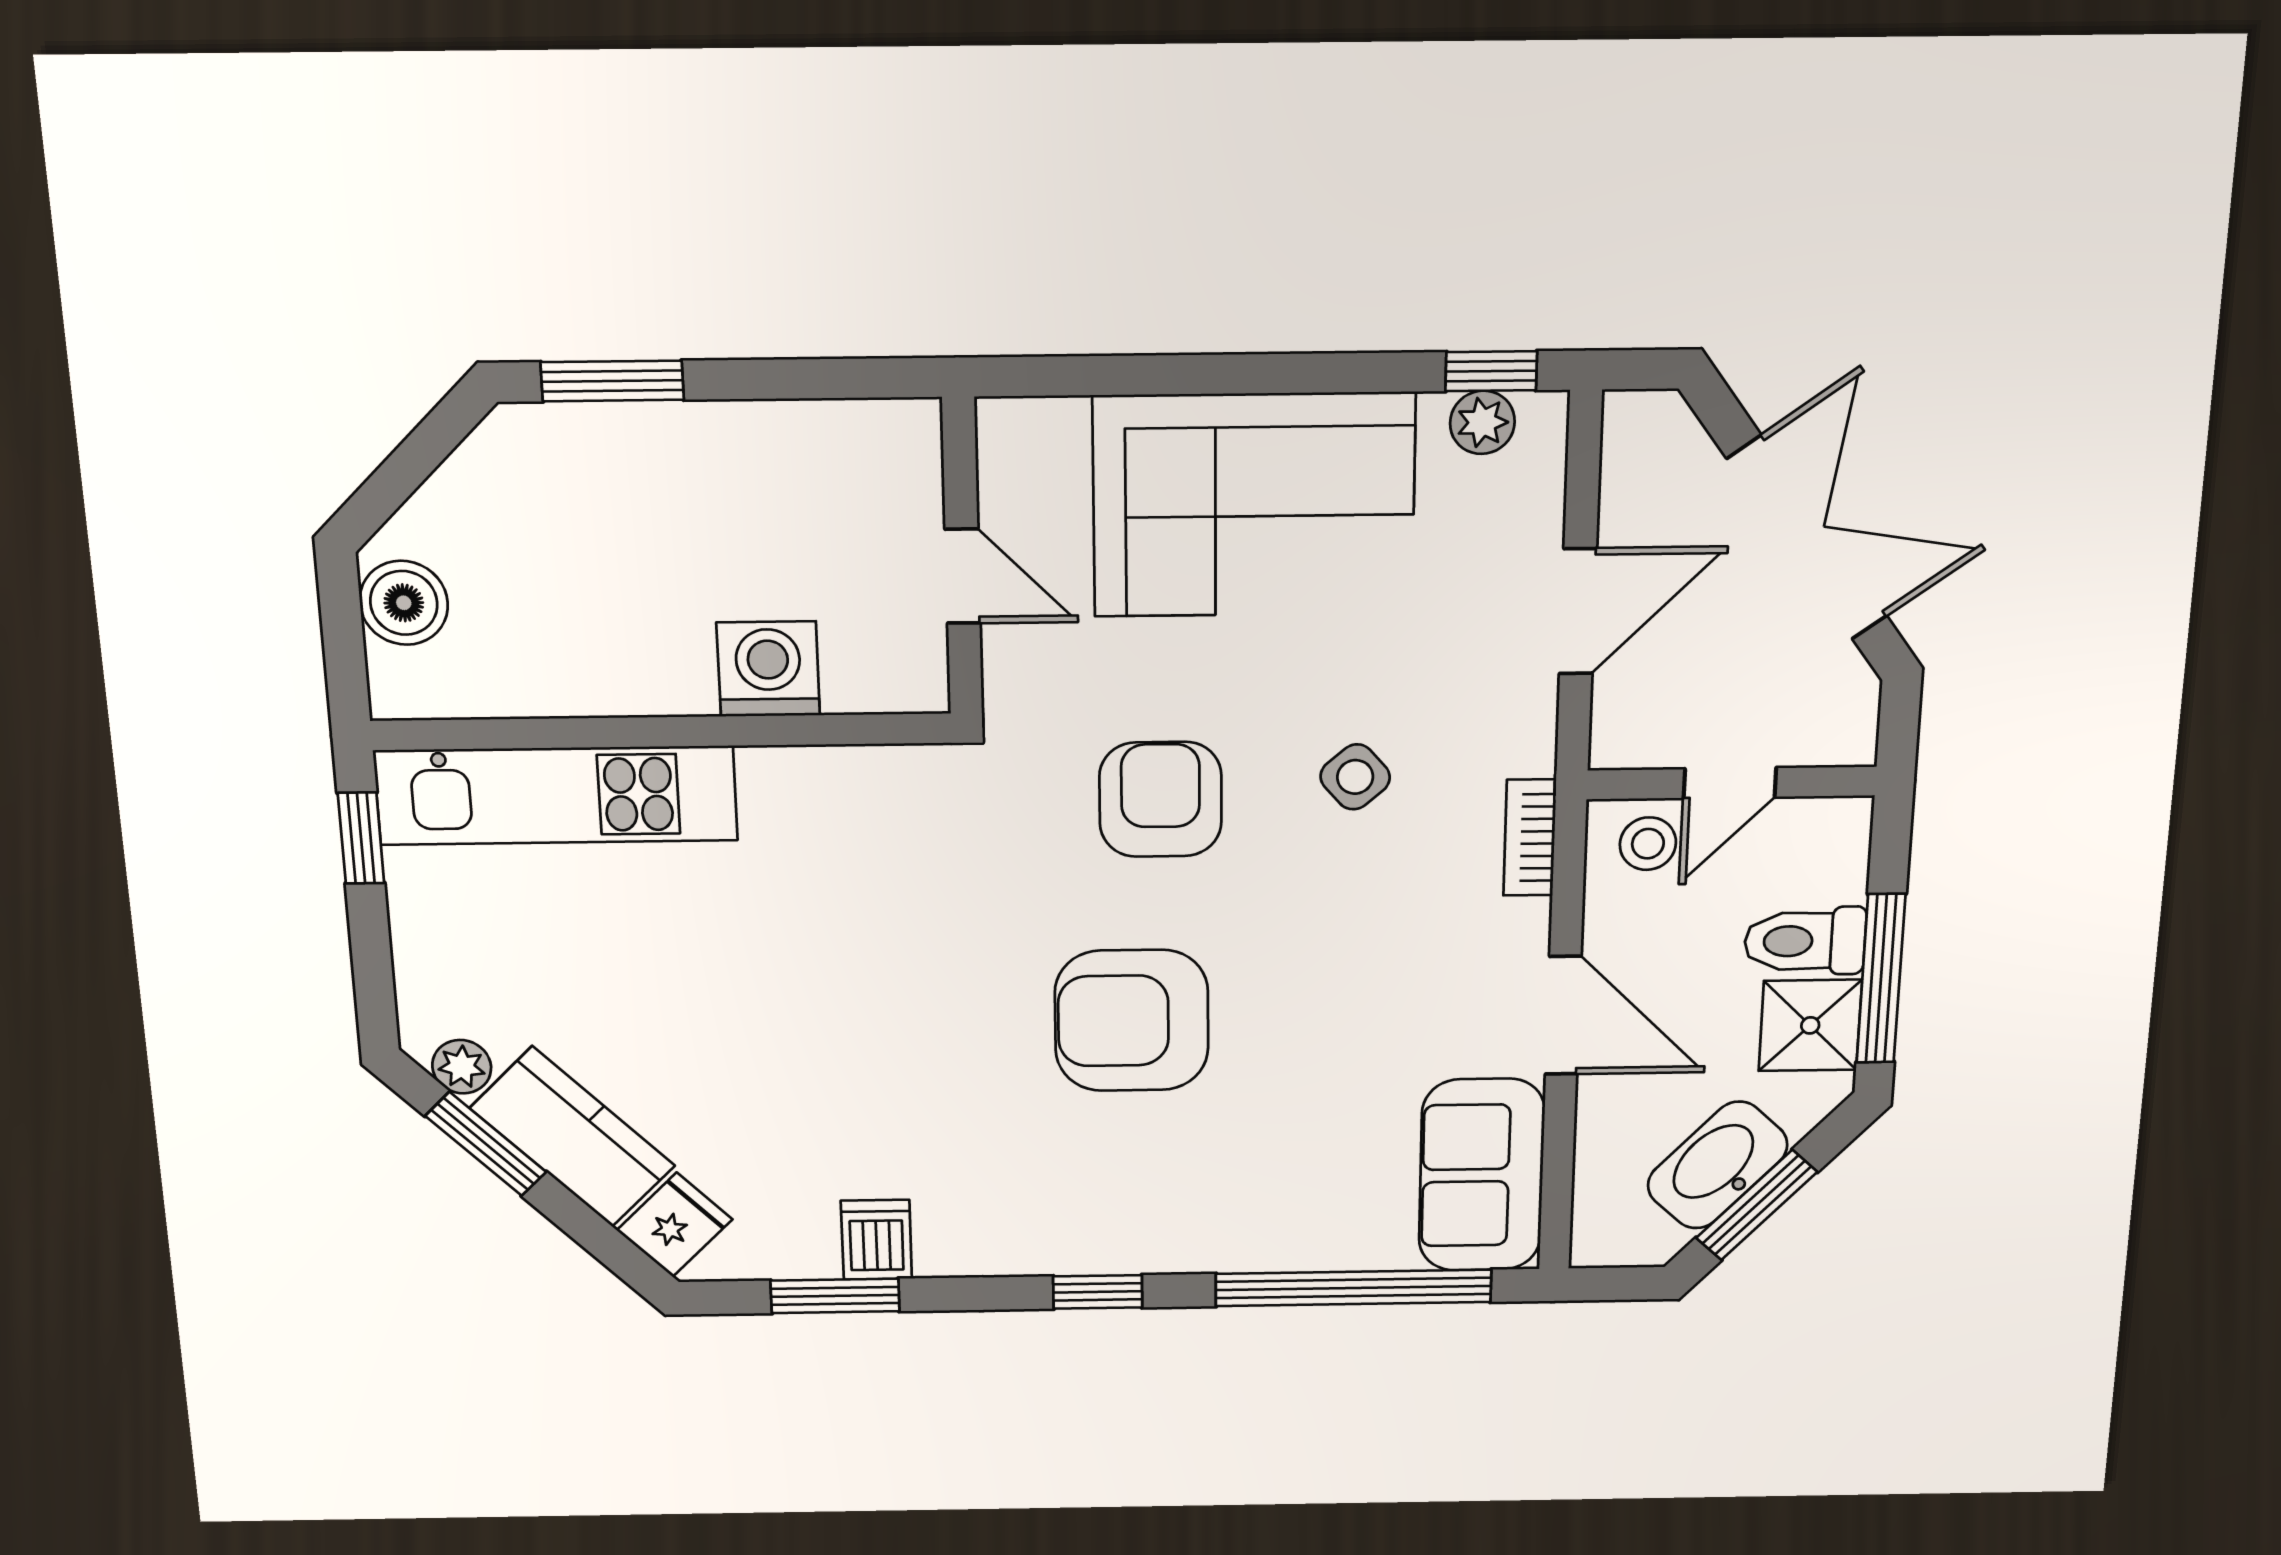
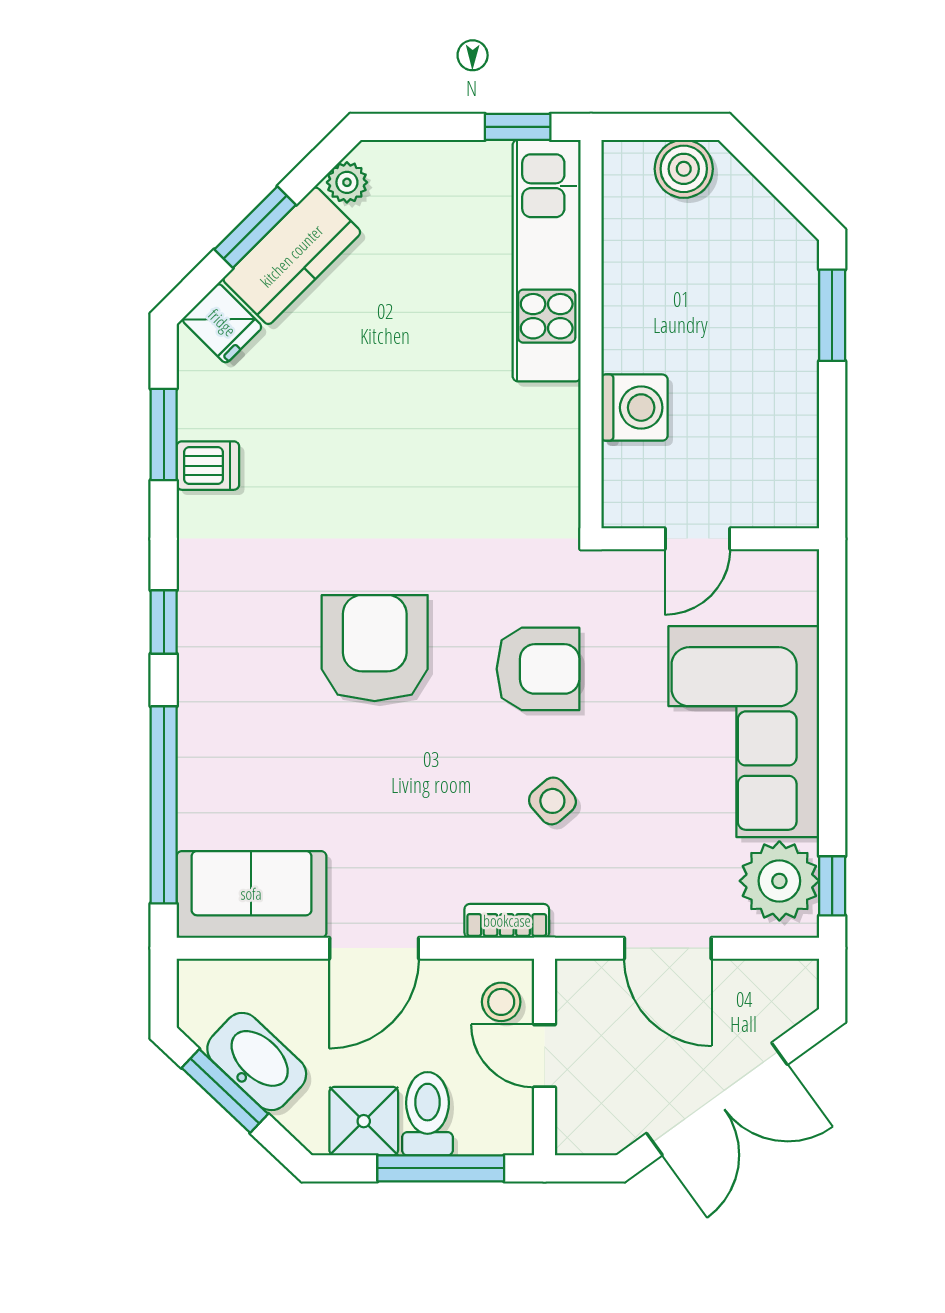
plant: (1482, 422) -> (779, 881), width x1.87, depth x1.87
window: (1881, 979) -> (441, 1168), moved
window: (486, 1144) -> (255, 227), moved

